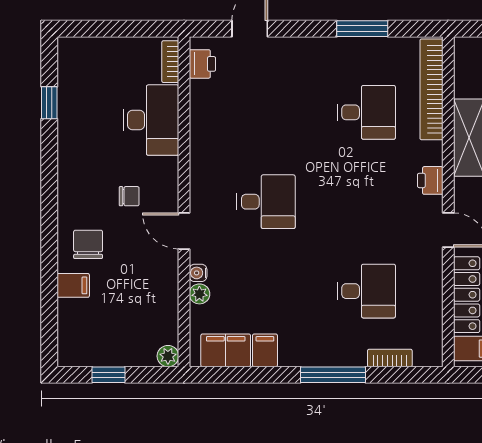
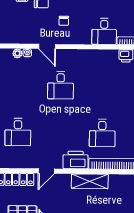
desk: (151, 120) -> (104, 31), width x0.73
printer: (430, 180) -> (76, 160), width x1.87, depth x1.48
door: (184, 231) -> (47, 46), swing flipped

